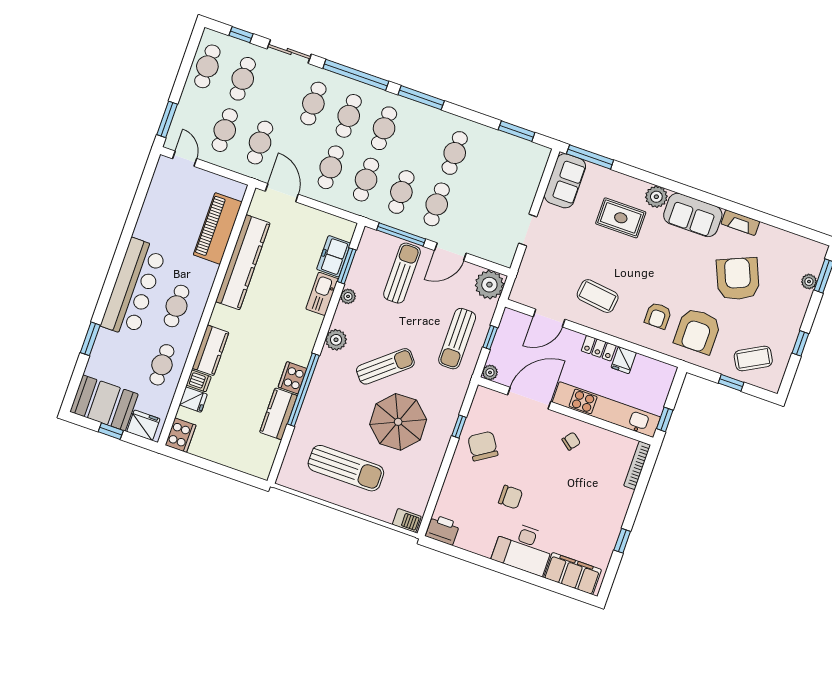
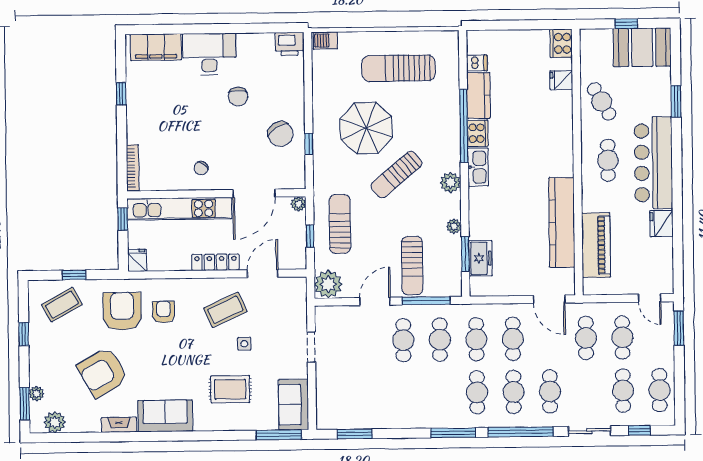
cafe table: (455, 153) -> (404, 393), removed
plant: (656, 197) -> (55, 422), moved
side table: (591, 257) -> (244, 344), added
armchair: (738, 279) -> (103, 372), turned 83
kitchen sink: (322, 294) -> (478, 167), moved
coffee table: (598, 296) -> (225, 310), turned -31
locker: (599, 348) -> (216, 262), width x1.53
kitchen counter: (210, 350) -> (562, 131), removed
fridge: (624, 360) -> (137, 260), moved
cafe table: (162, 365) -> (602, 102), turned -30
dishwasher: (199, 381) -> (477, 63), moved, turned 180
fridge: (143, 425) -> (662, 224), moved, turned 90
chair: (511, 497) -> (238, 97), turned -90

